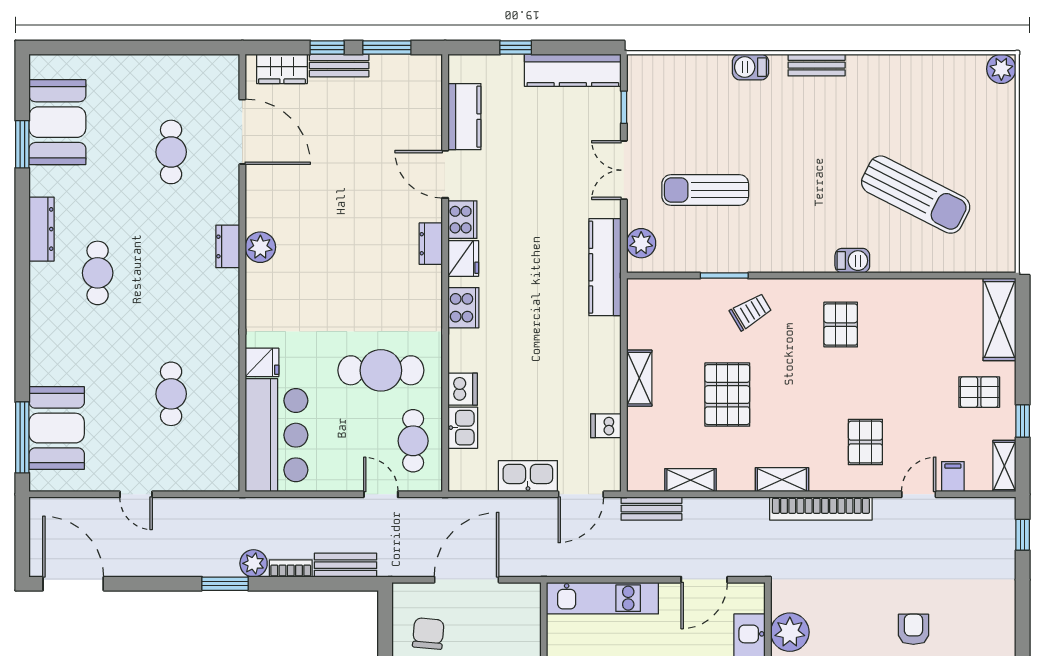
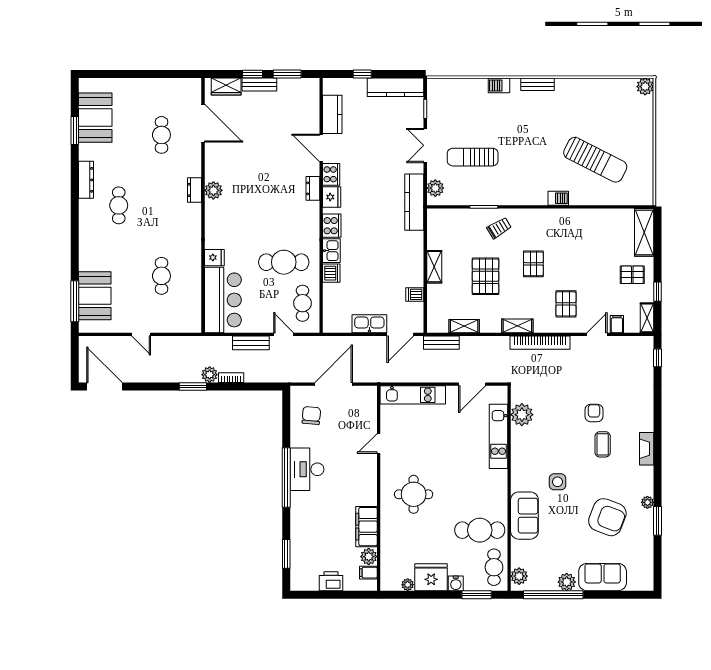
pallet: (841, 325) -> (533, 264), moved
kitchen sink: (463, 428) -> (331, 251), moved
bench: (346, 565) -> (251, 343), moved

